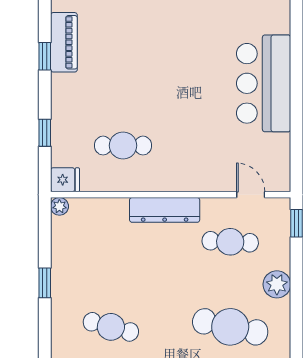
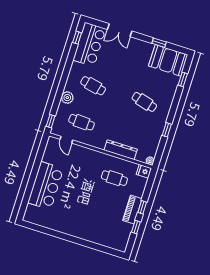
piano: (64, 42) -> (132, 210), moved
window: (45, 133) -> (142, 207), moved
dresser: (165, 210) -> (121, 150), moved
cafe table: (230, 327) -> (93, 86), width x0.73, depth x0.74

